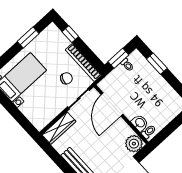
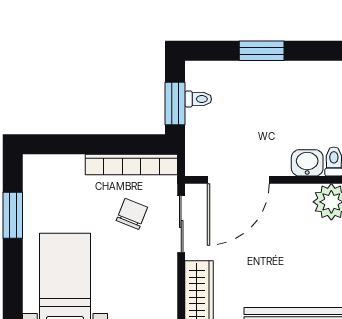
window: (70, 34) -> (68, 144), removed
window: (157, 64) -> (262, 51), moved
door: (112, 104) -> (238, 180), hinge flipped

